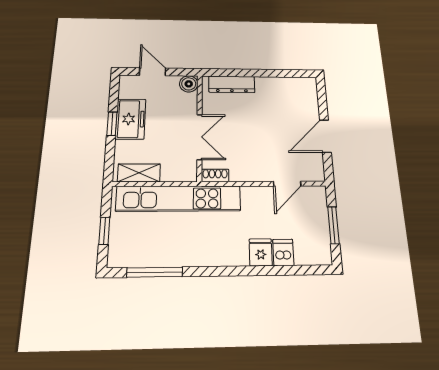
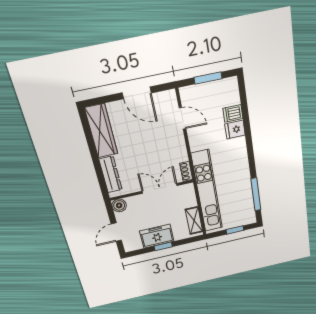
wardrobe: (287, 88) -> (101, 131), added

